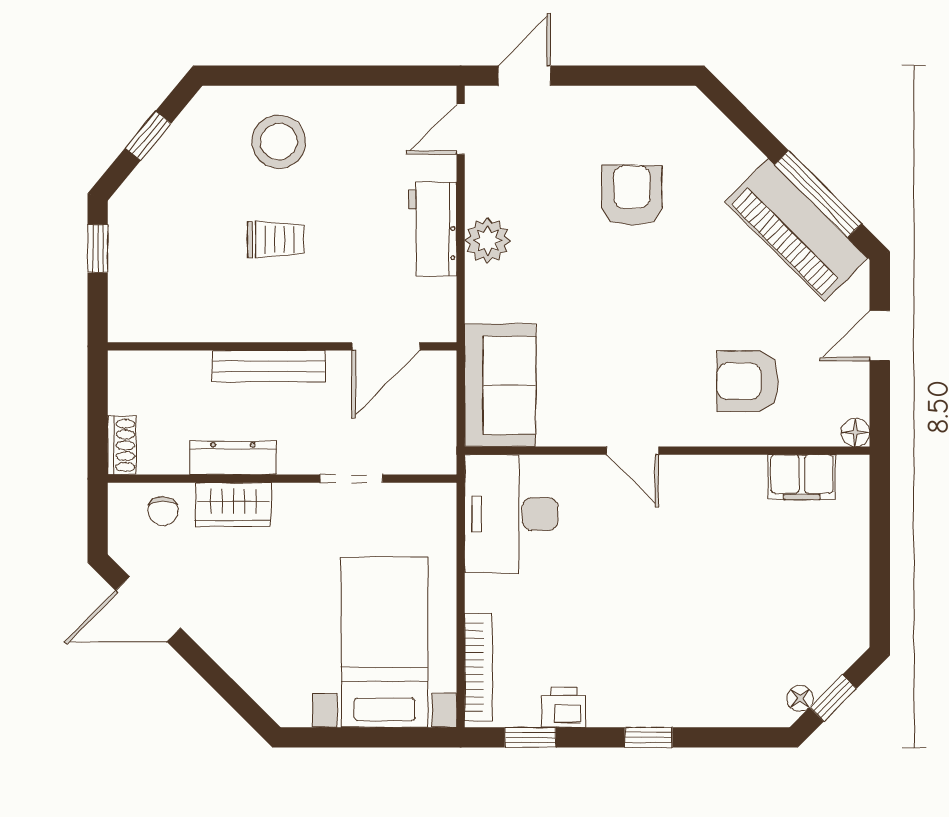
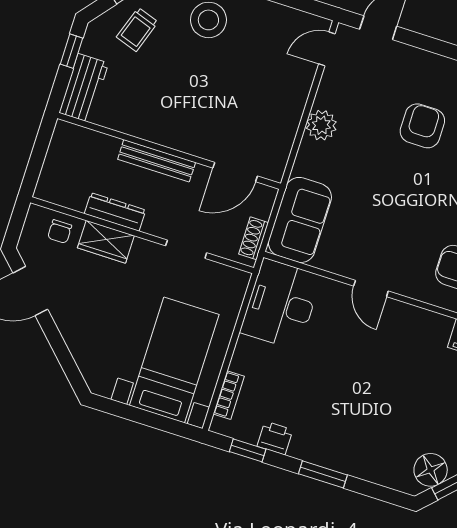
workbench: (432, 229) -> (84, 88), moved, turned 180
trolley: (276, 240) -> (137, 30), moved, turned 109
shoe rack: (122, 445) -> (254, 238), moved, turned 180
bookcase: (478, 667) -> (229, 395), width x0.64
floor lamp: (800, 698) -> (431, 470), width x1.89, depth x1.89
window: (648, 737) -> (323, 474), width x1.50

